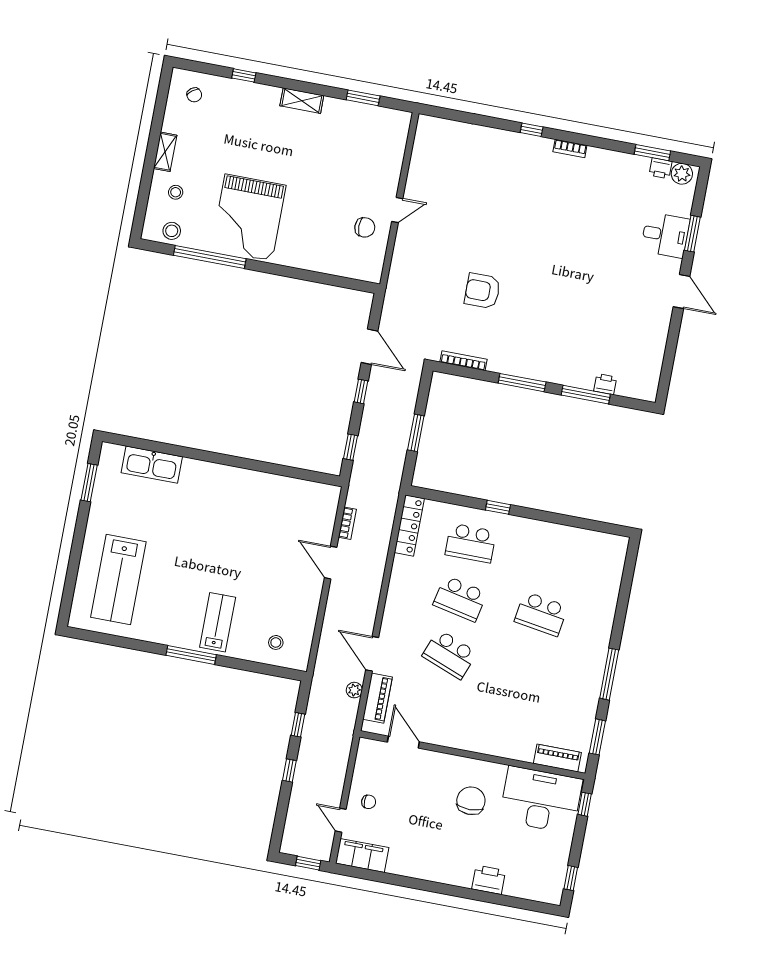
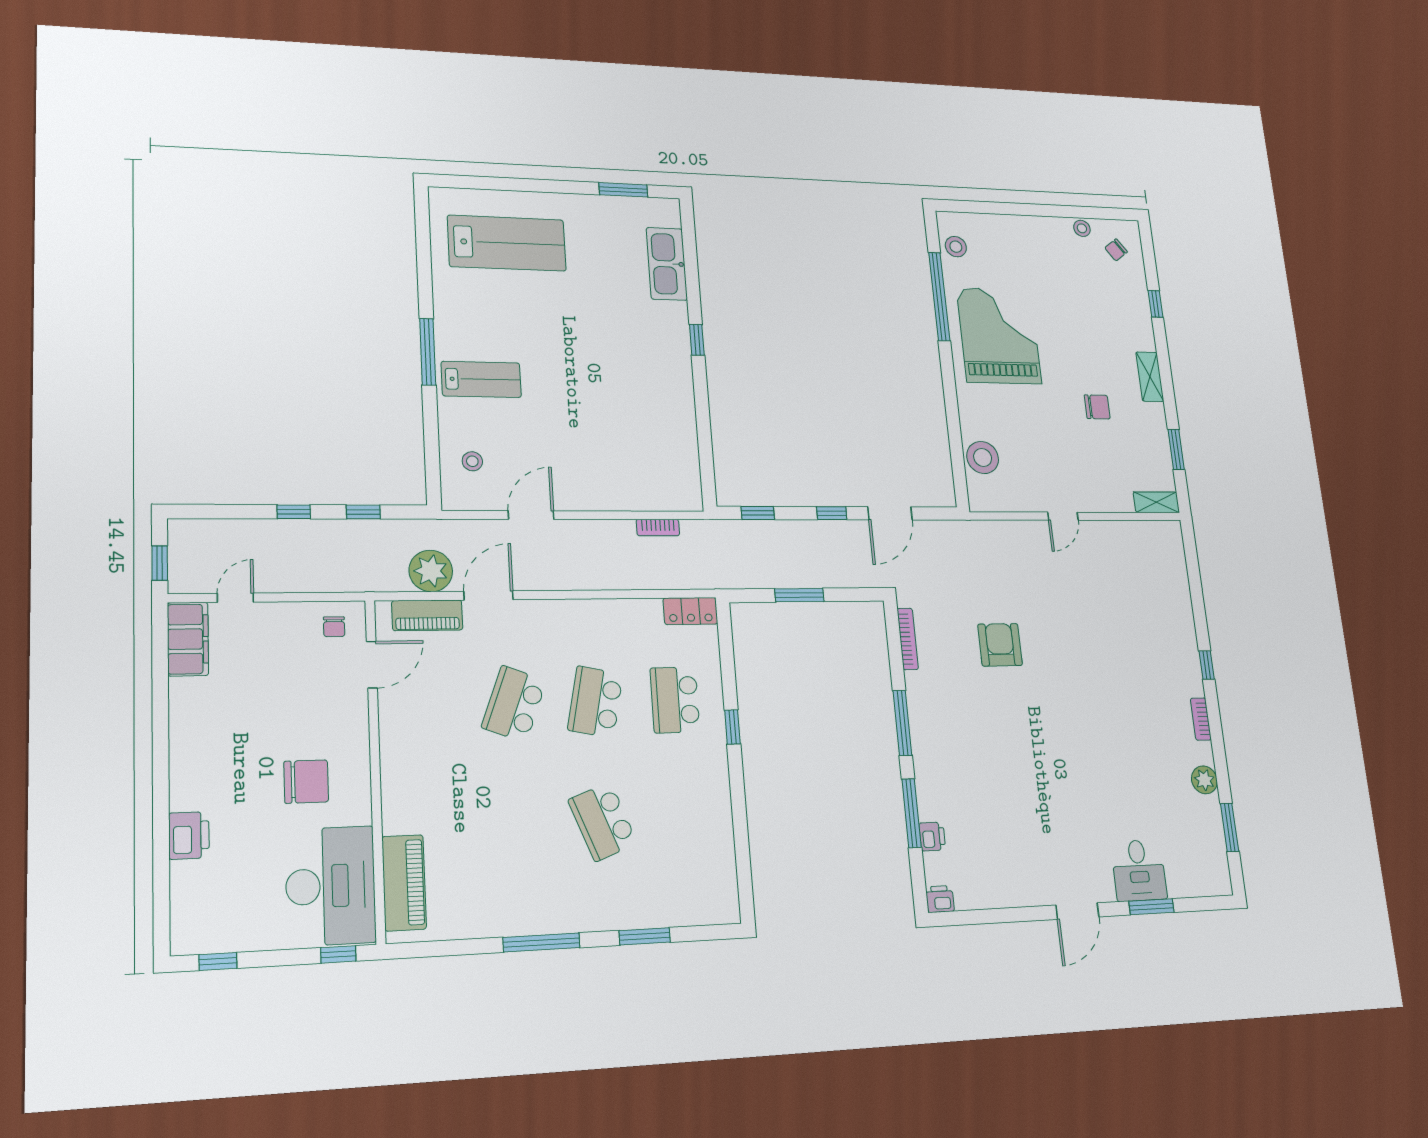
shelving: (165, 152) -> (1156, 502), moved
printer: (661, 168) -> (940, 899), moved, turned 90
plant: (682, 174) -> (1204, 780), moved
stool: (176, 192) -> (1082, 228), moved
door: (397, 210) -> (1063, 516), hinge flipped
grand piano: (248, 217) -> (999, 336), turned 90
chair: (365, 227) -> (1097, 407), moved, turned -90
stool: (341, 261) -> (983, 457), added
window: (214, 458) -> (697, 340), added
locker: (409, 525) -> (690, 611), width x0.66
door: (331, 563) -> (531, 515), moved
lab bench: (118, 579) -> (507, 243), turned 180
school desk: (541, 614) -> (603, 822), turned -30
plant: (354, 690) -> (431, 571), width x1.88, depth x1.88
window: (597, 737) -> (645, 936), moved
piano: (557, 758) -> (404, 883), width x1.37, depth x1.33
chair: (369, 802) -> (334, 627), moved

